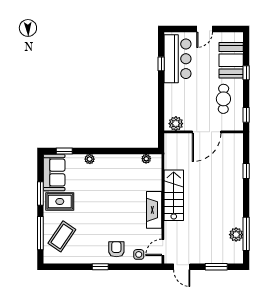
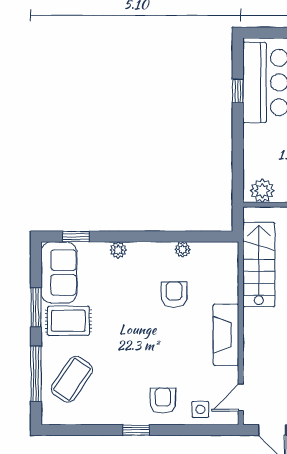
plant: (146, 159) -> (183, 249), moved
armchair: (123, 186) -> (174, 295), added
stairs: (174, 195) -> (259, 265), moved

